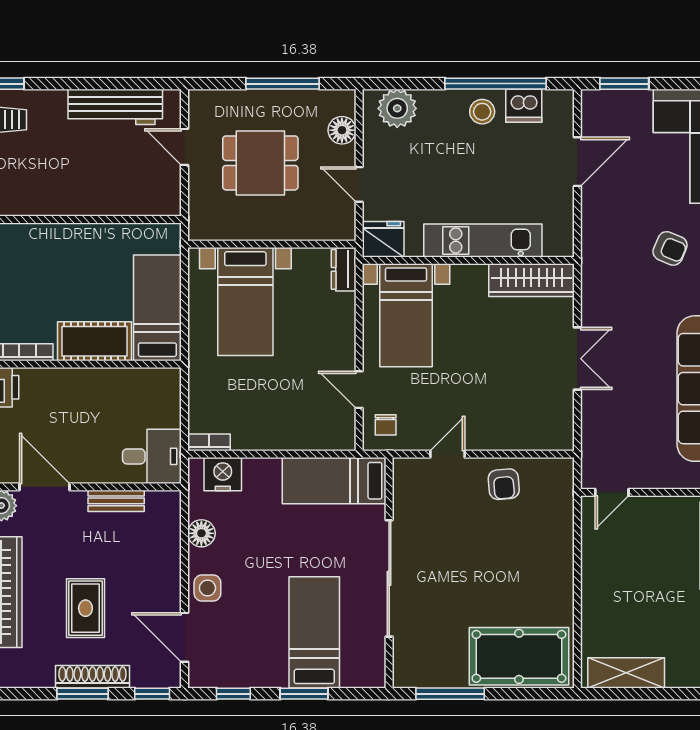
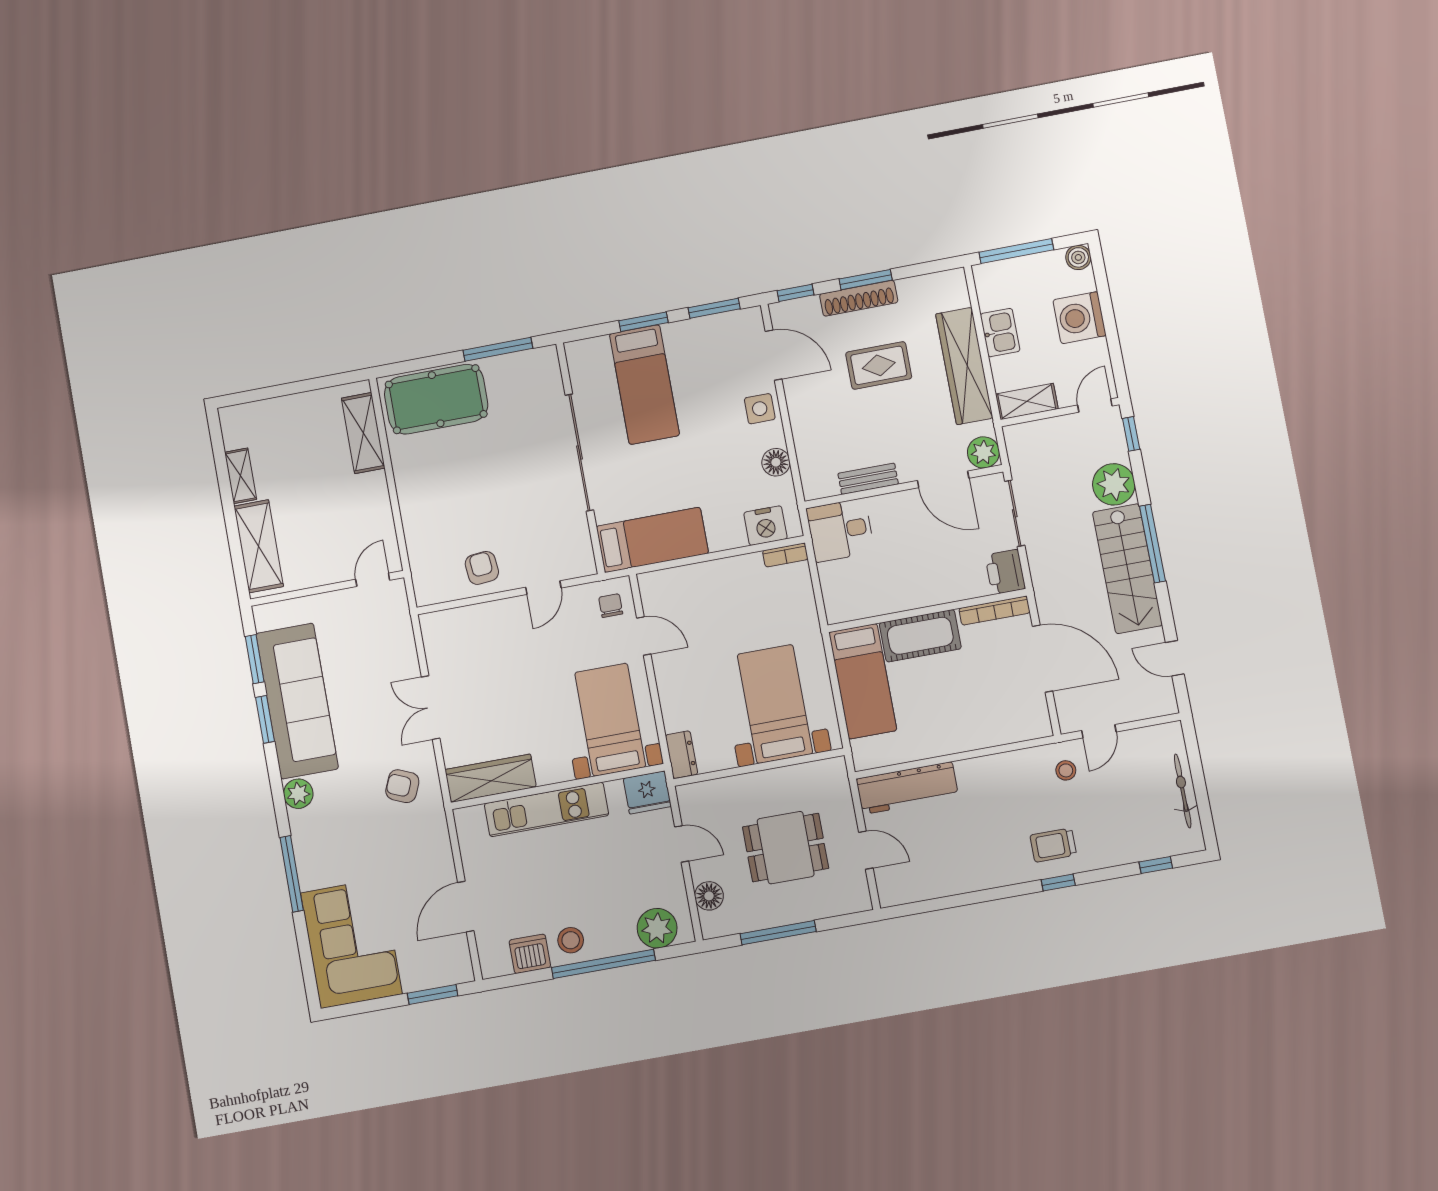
window: (496, 84) -> (603, 964), moved
workbench: (115, 107) -> (907, 788), moved, turned 180
armchair: (670, 248) -> (402, 786), moved
rug: (85, 608) -> (879, 365), turned 90
shelving: (626, 673) -> (363, 433), moved, turned 90
window: (233, 694) -> (714, 308), width x1.50

